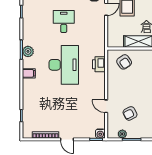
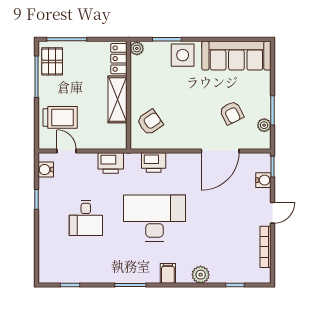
desk: (64, 22) -> (86, 218), turned -90
printer: (98, 37) -> (111, 163), added
plant: (28, 51) -> (201, 275), moved
door: (106, 106) -> (220, 151), width x1.87
water cooler: (100, 134) -> (263, 180), moved

